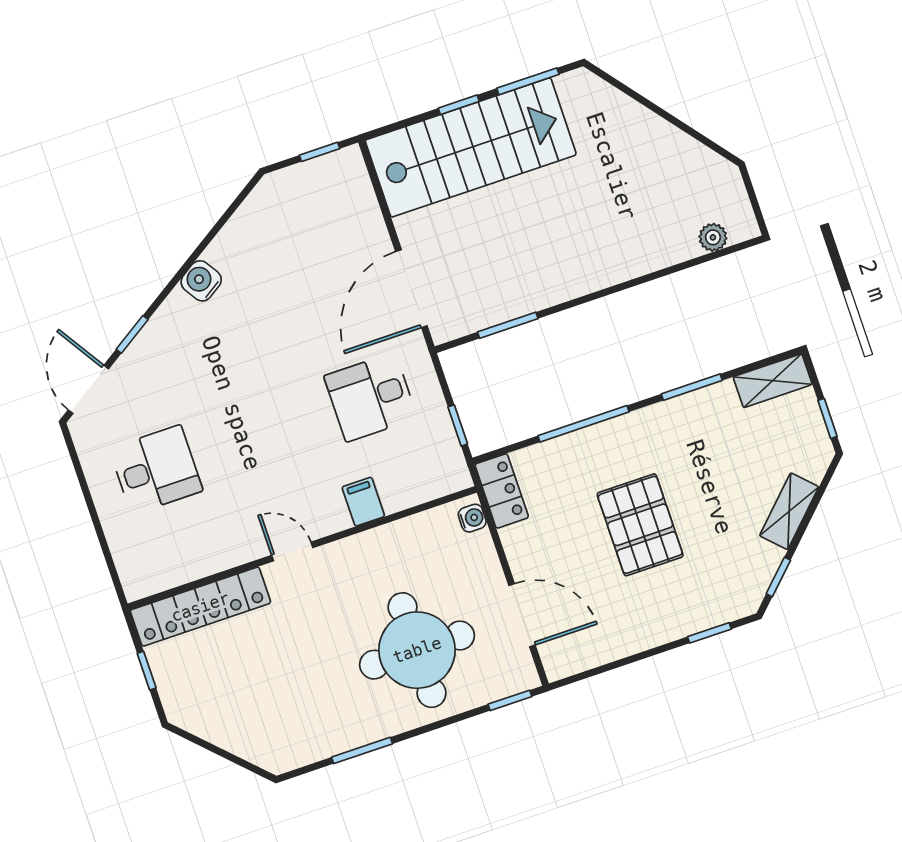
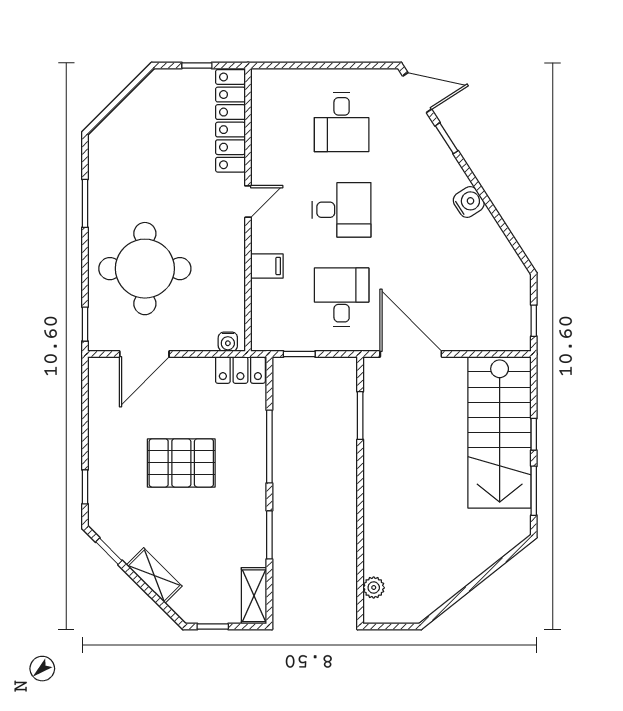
desk: (263, 433) -> (342, 210), added

